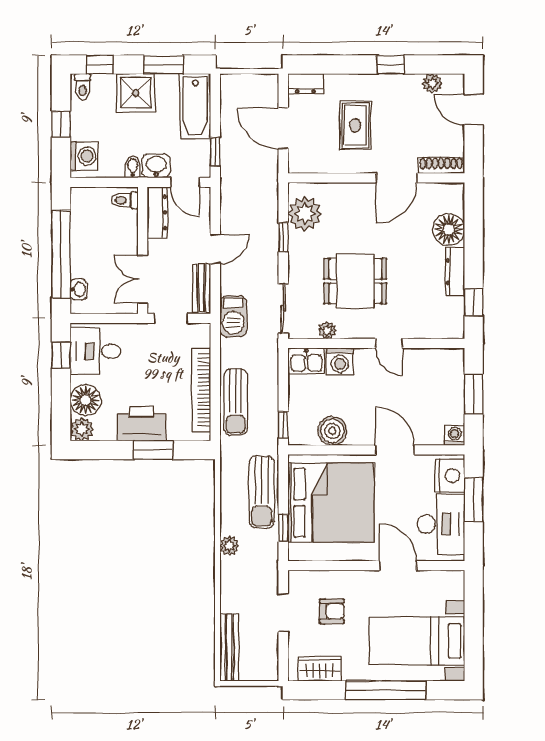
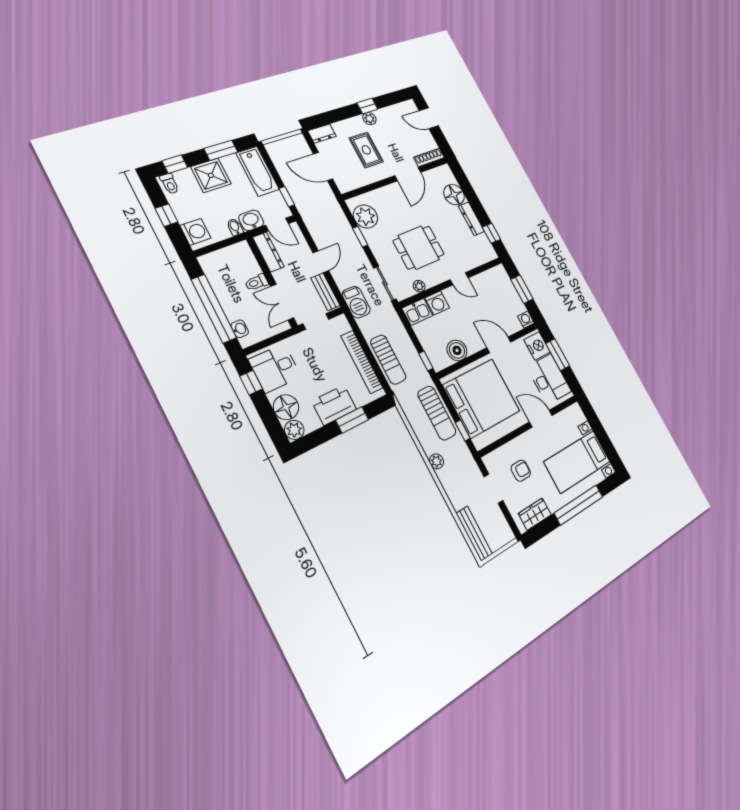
plant: (432, 83) -> (369, 119), moved
toilet: (125, 200) -> (257, 282), moved

